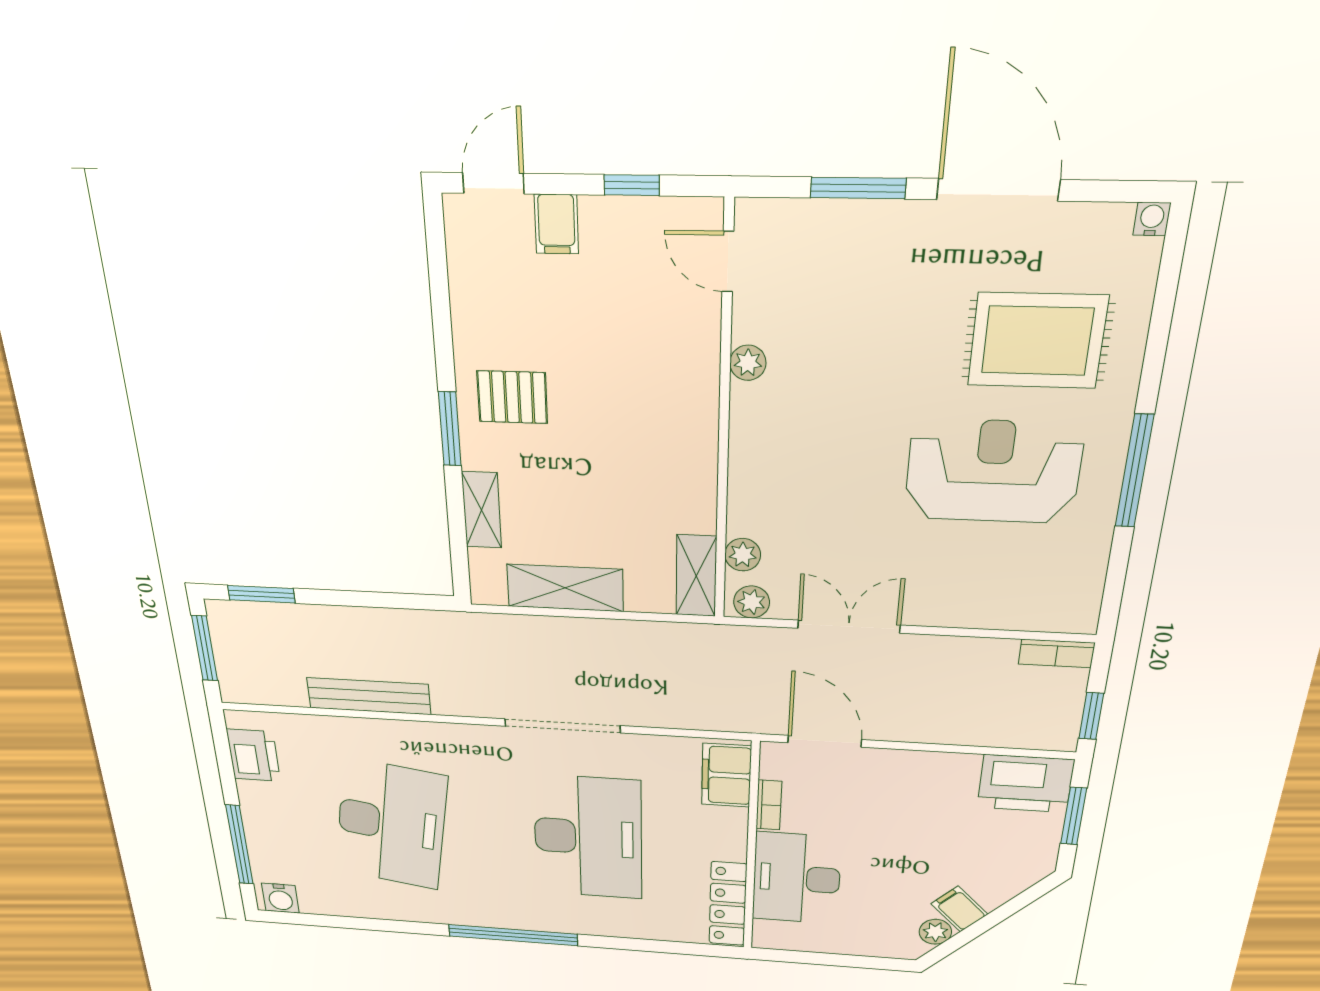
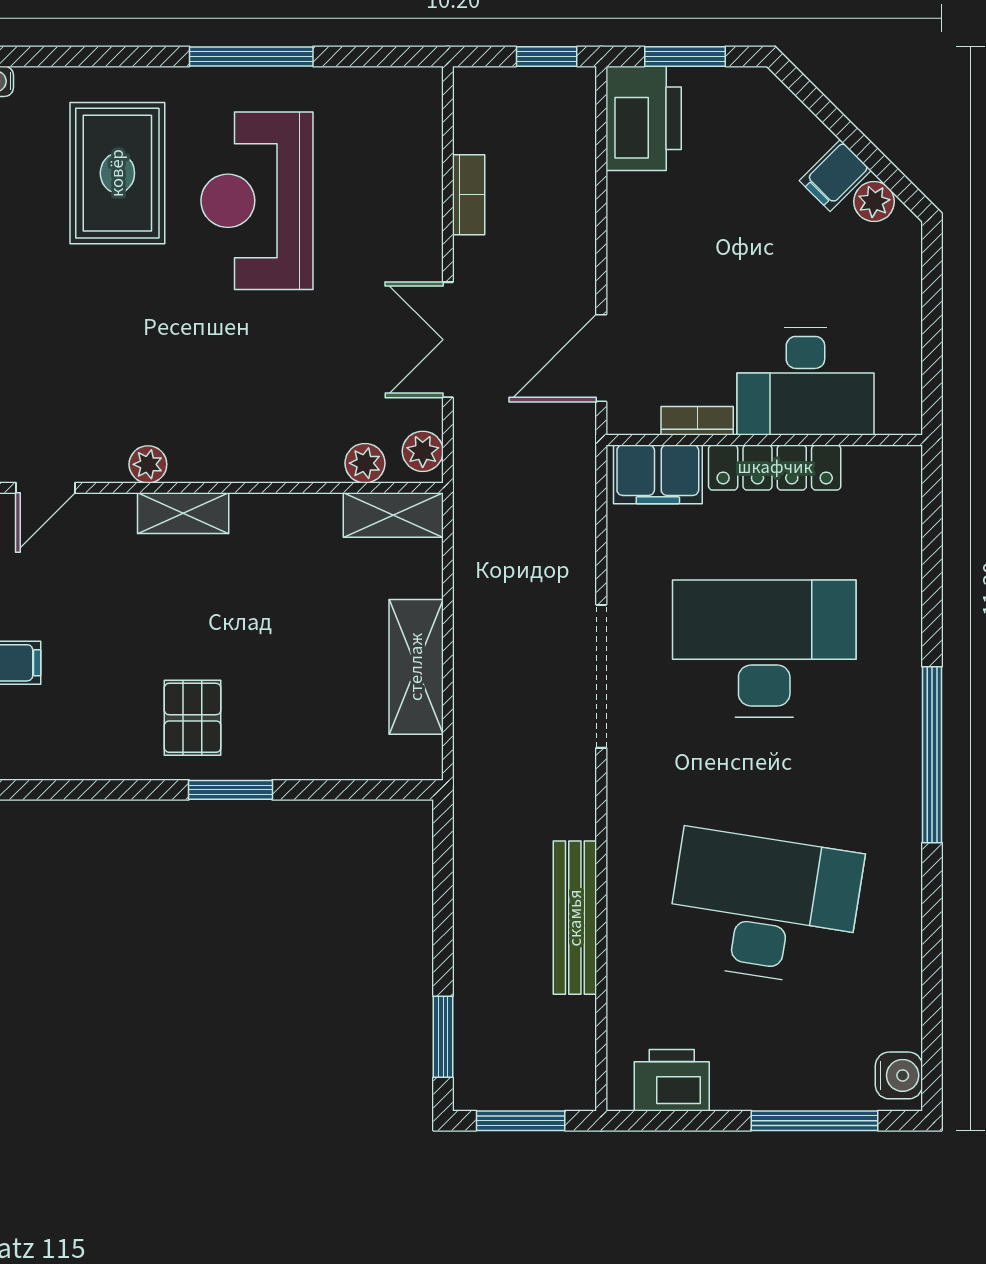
shelving: (482, 510) -> (183, 513), moved
bookcase: (1056, 653) -> (469, 195), moved
locker: (728, 904) -> (775, 467), moved

